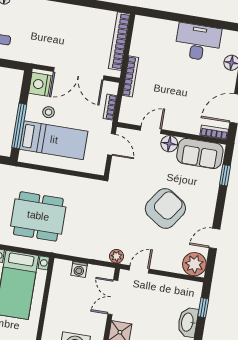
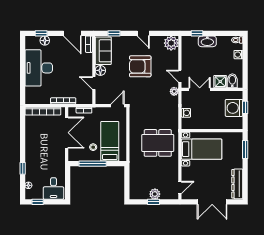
desk: (198, 42) -> (39, 68), width x1.36, depth x1.30
nightstand: (40, 84) -> (77, 155), removed
window: (19, 126) -> (93, 164), moved
door: (112, 144) -> (117, 106), moved
armchair: (165, 208) -> (140, 66), turned -34
dining table: (38, 216) -> (158, 143), turned 90
door: (215, 238) -> (143, 33), moved
double door: (113, 297) -> (200, 89), swing flipped

